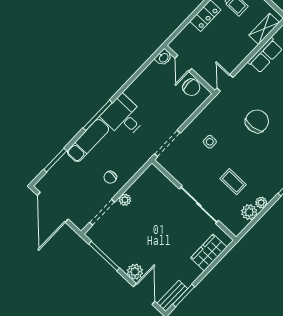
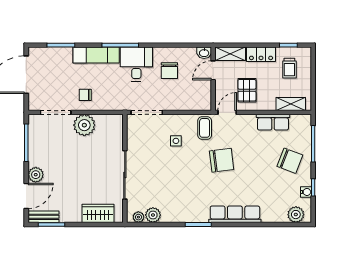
shelving: (183, 39) -> (230, 54), added
pallet: (222, 52) -> (247, 90), added
chair: (191, 87) -> (169, 71), moved
coffee table: (233, 182) -> (205, 128), moved
plant: (125, 200) -> (84, 125), width x1.88, depth x1.88
plant: (261, 203) -> (138, 217), moved

